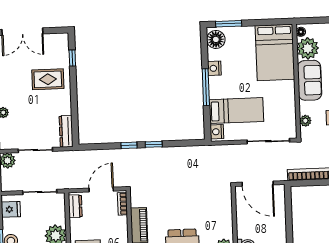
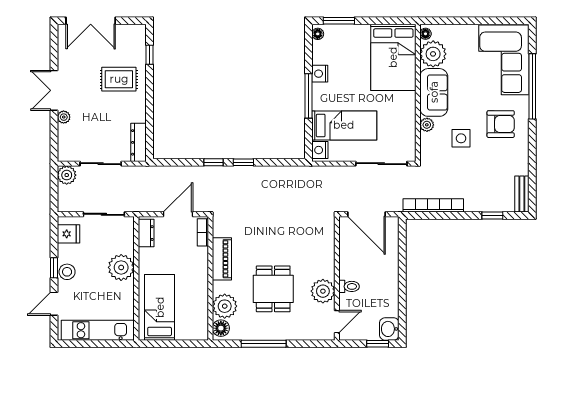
floor lamp: (216, 39) -> (318, 34), width x0.53, depth x0.53
plant: (305, 121) -> (427, 125), moved

